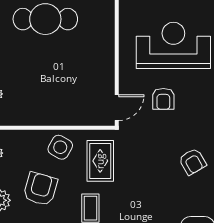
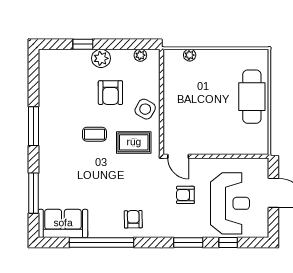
armchair: (193, 162) -> (133, 219), turned 119
armchair: (40, 189) -> (110, 93), turned 74

